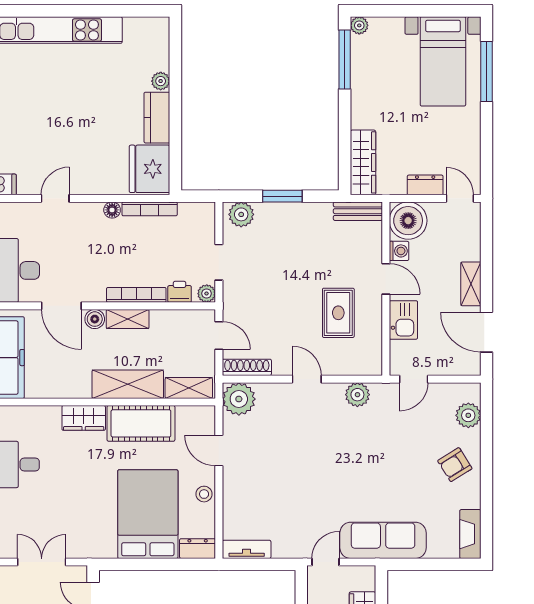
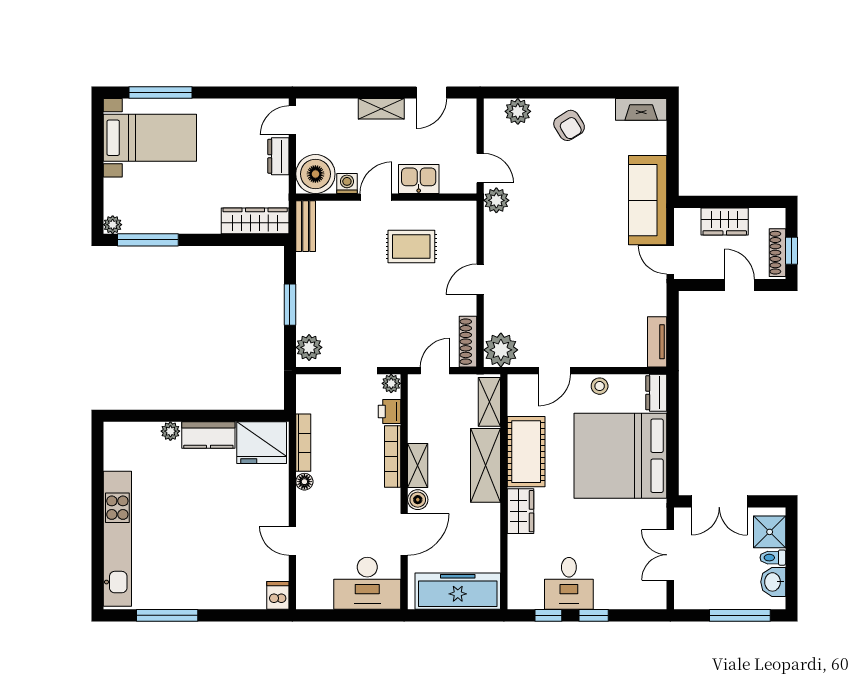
door: (487, 332) -> (431, 92), width x0.73
plant: (357, 395) -> (496, 200), moved
bed: (148, 514) -> (620, 456), width x1.36

